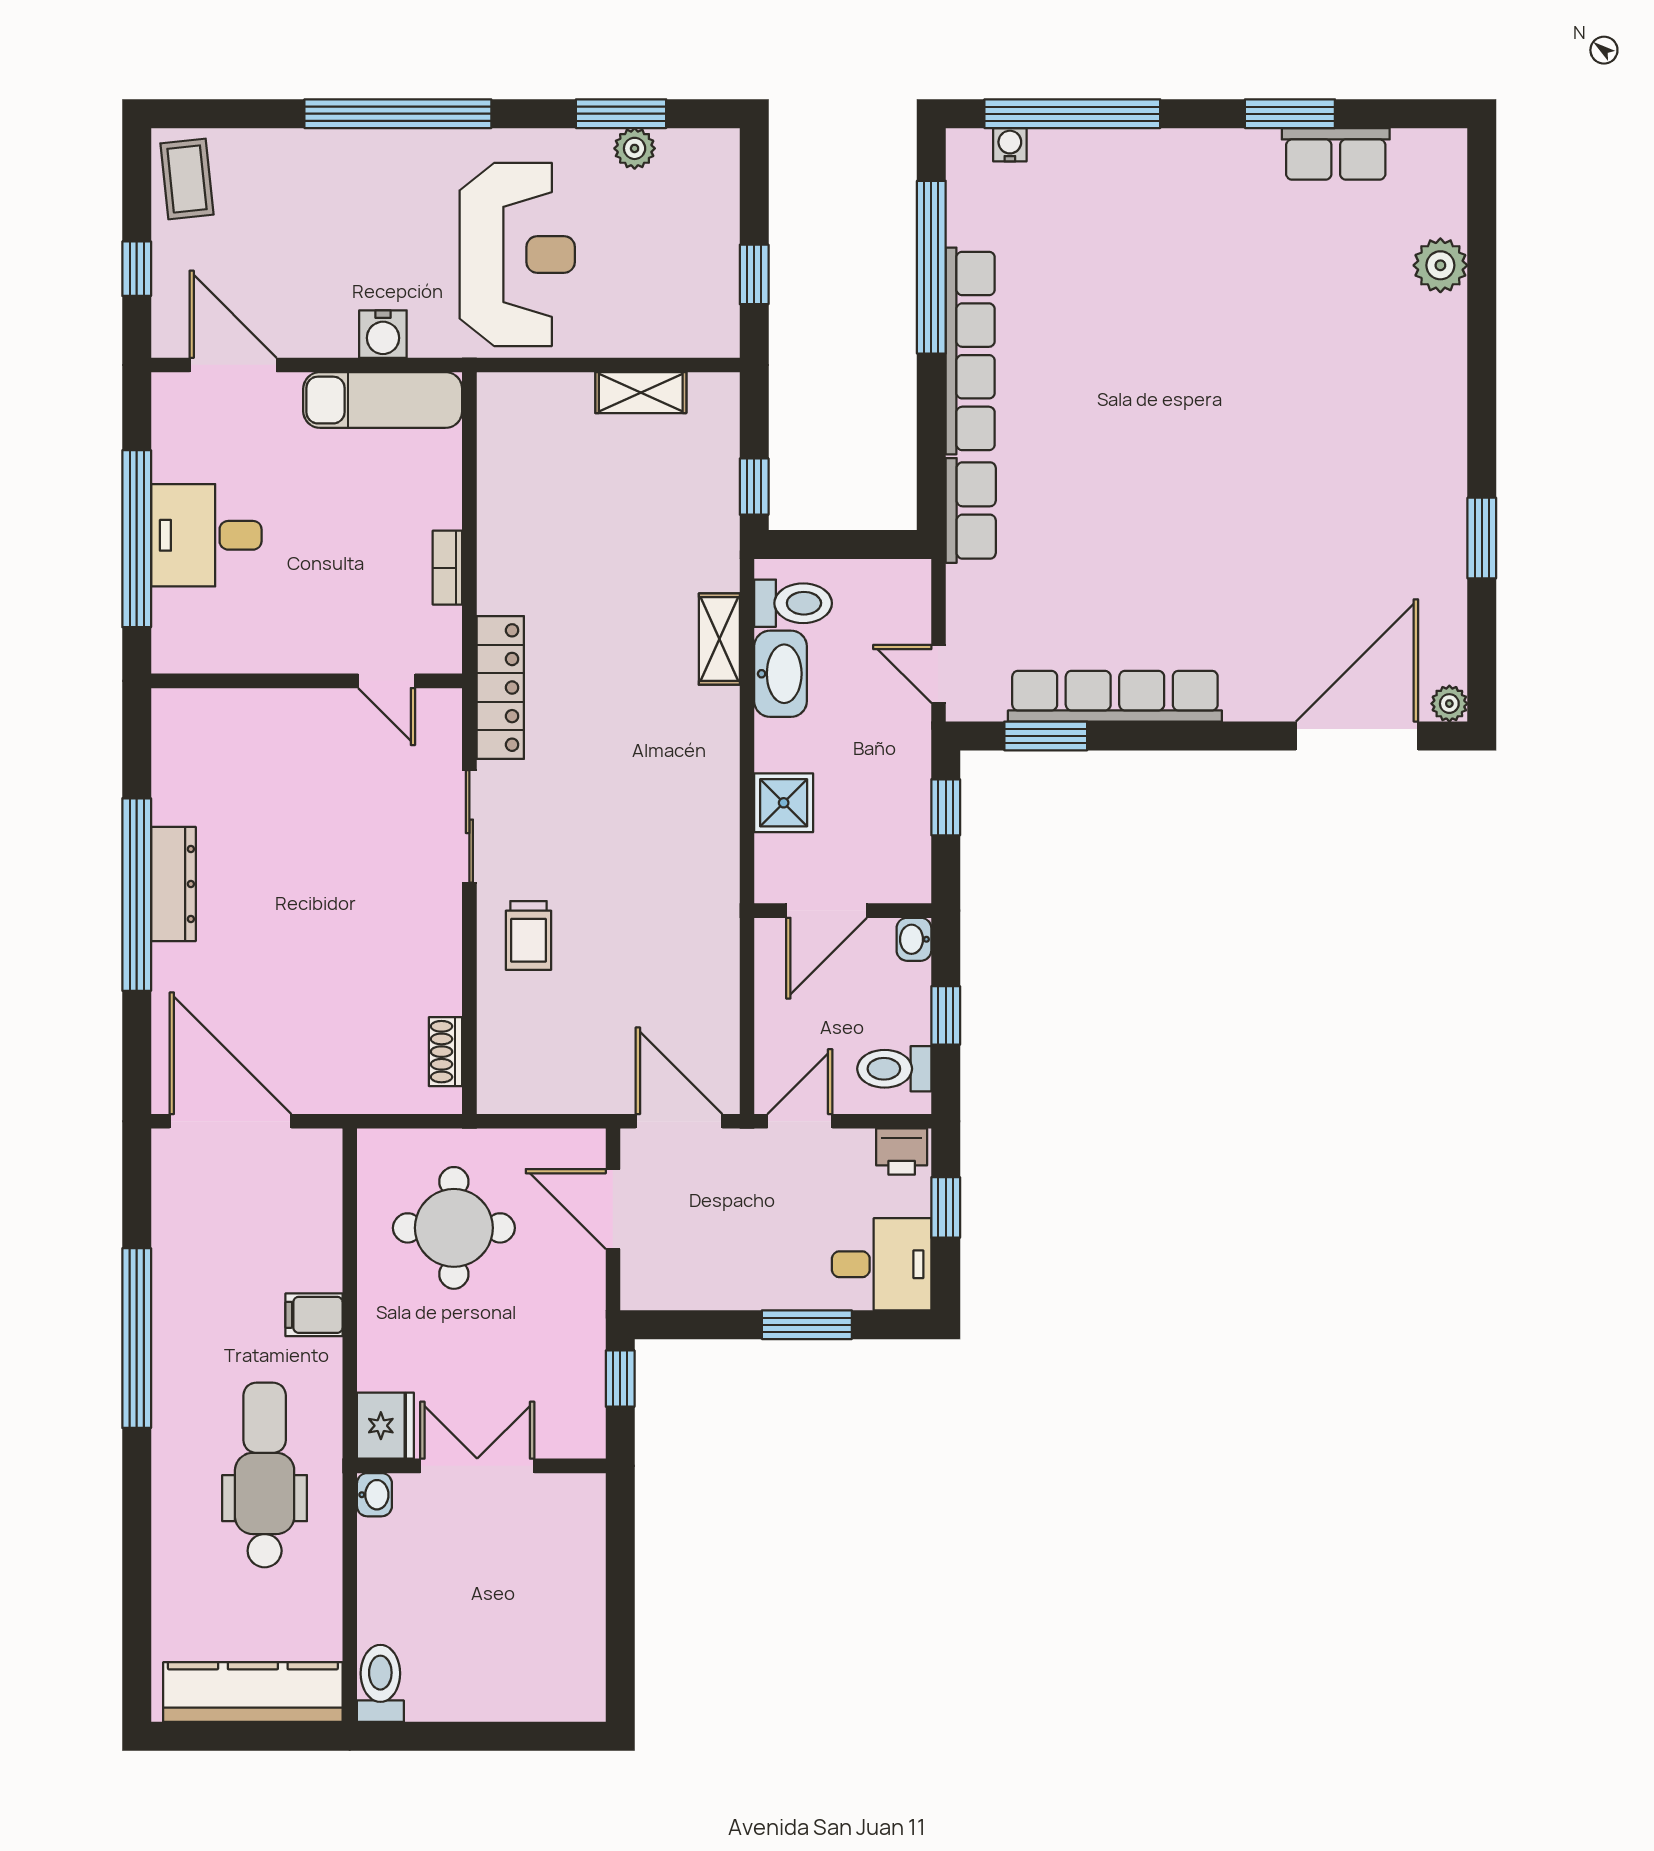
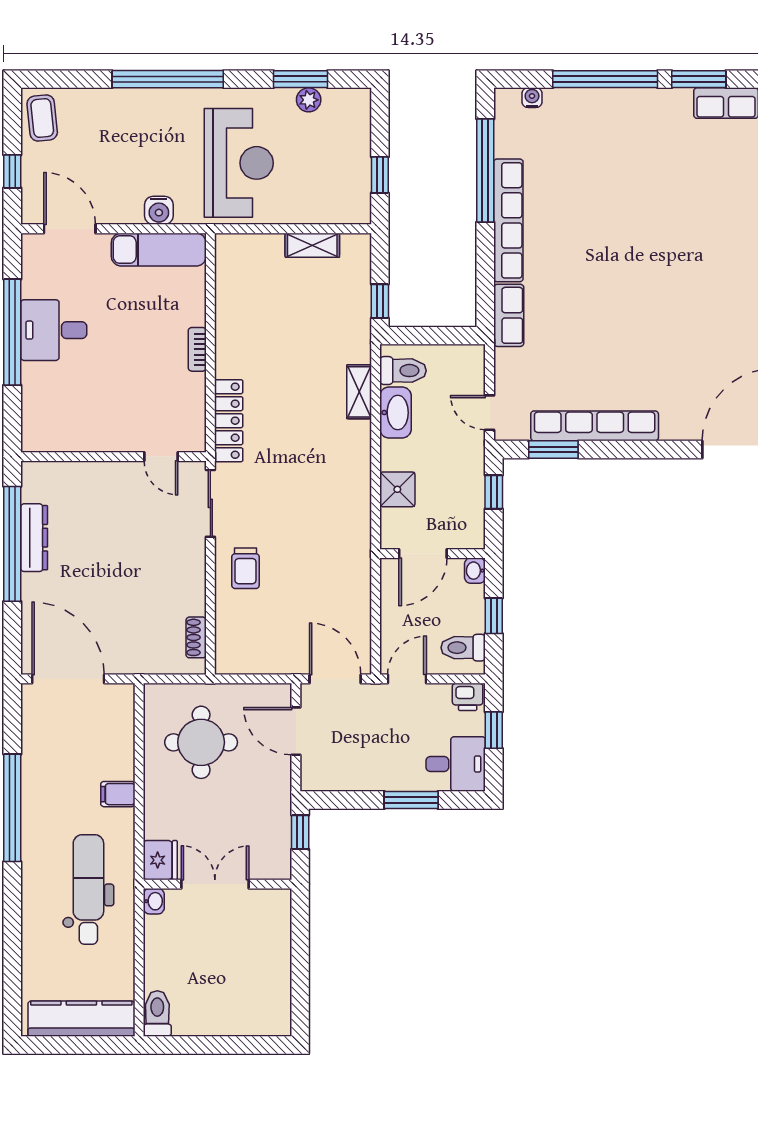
window: (1072, 114) -> (605, 79), moved
wall: (307, 681) -> (113, 457), moved
door: (387, 681) -> (161, 457), moved

